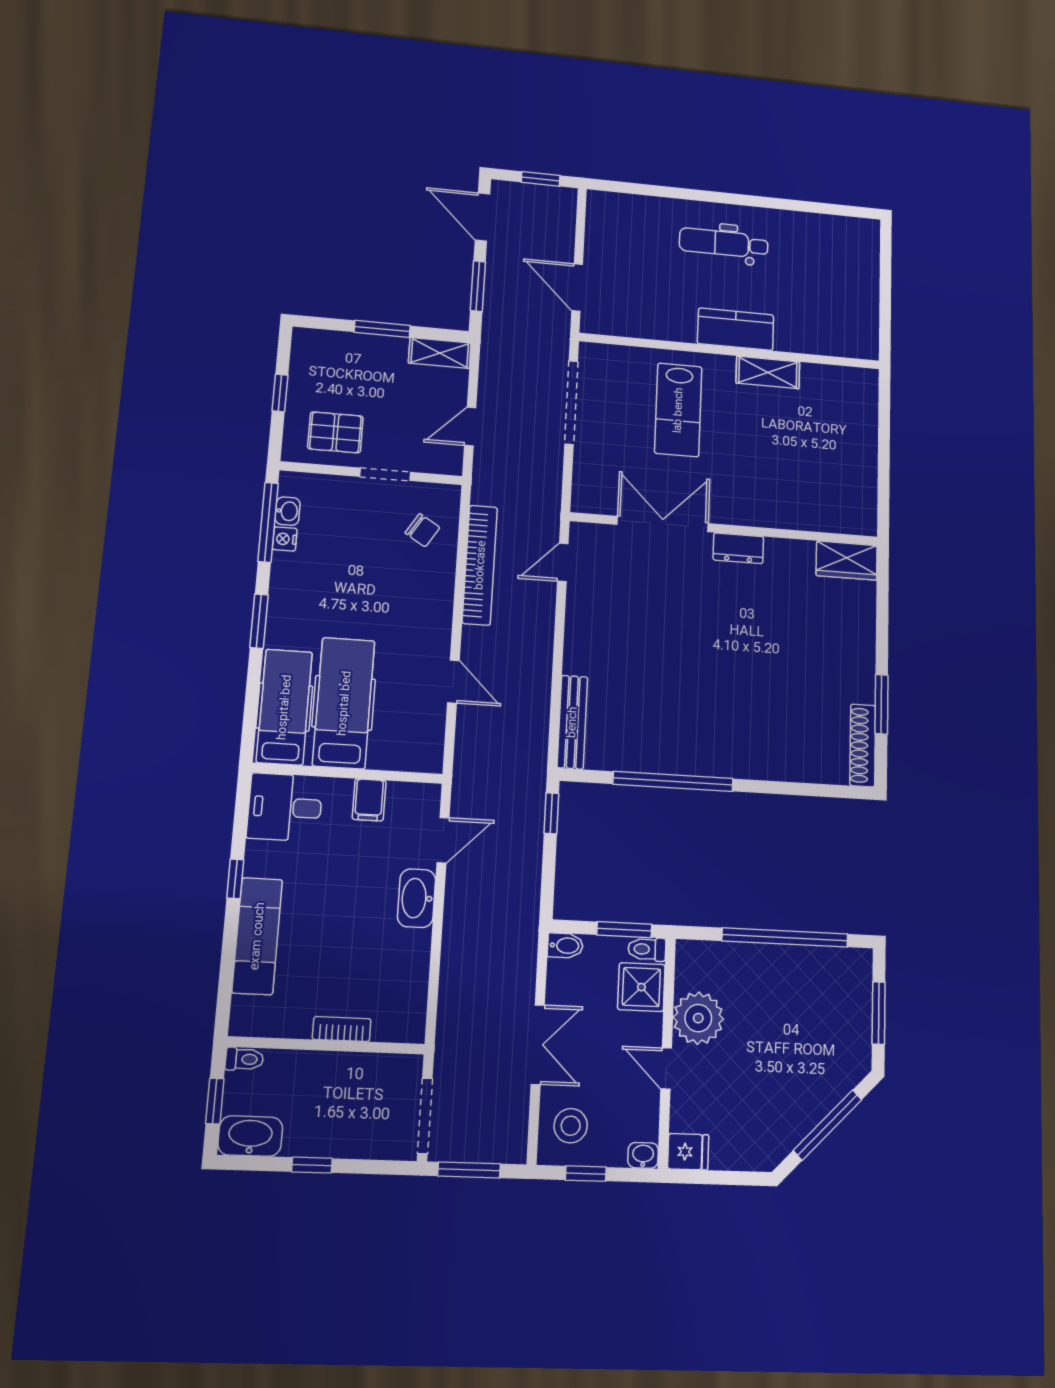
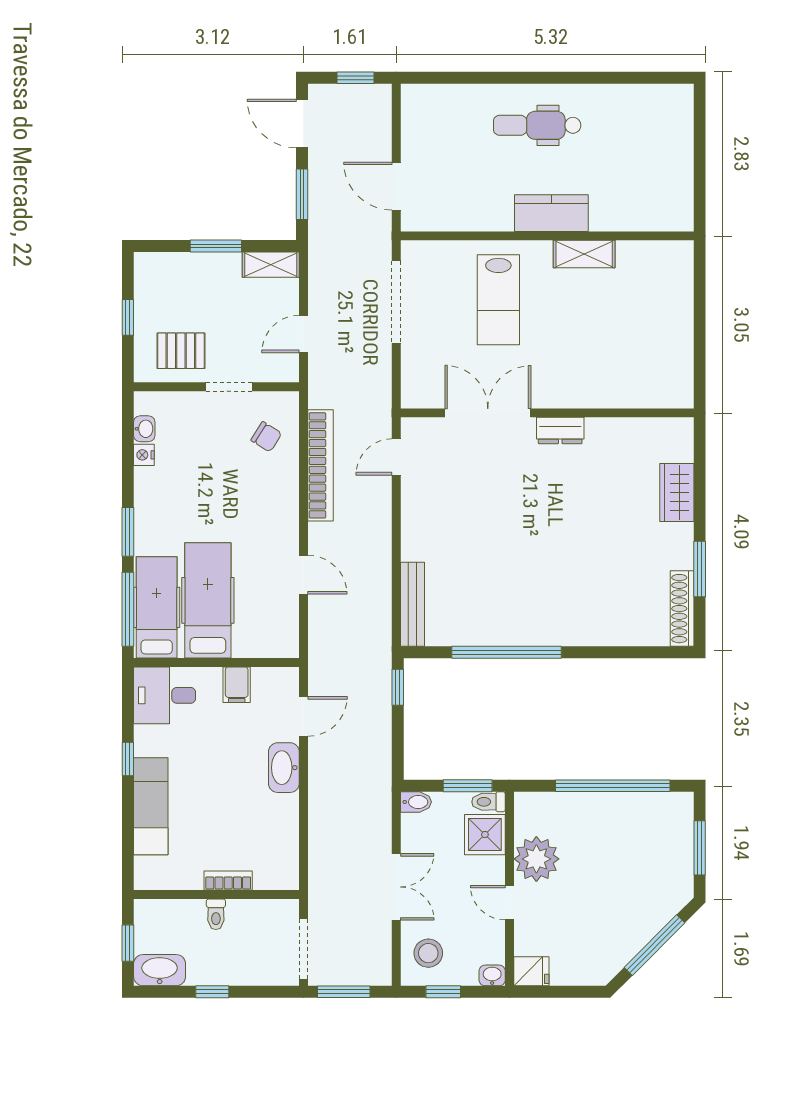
window: (268, 522) -> (128, 609), moved
wardrobe: (847, 561) -> (677, 492), moved, turned 90
toilet: (244, 1059) -> (216, 914), moved, turned 90

